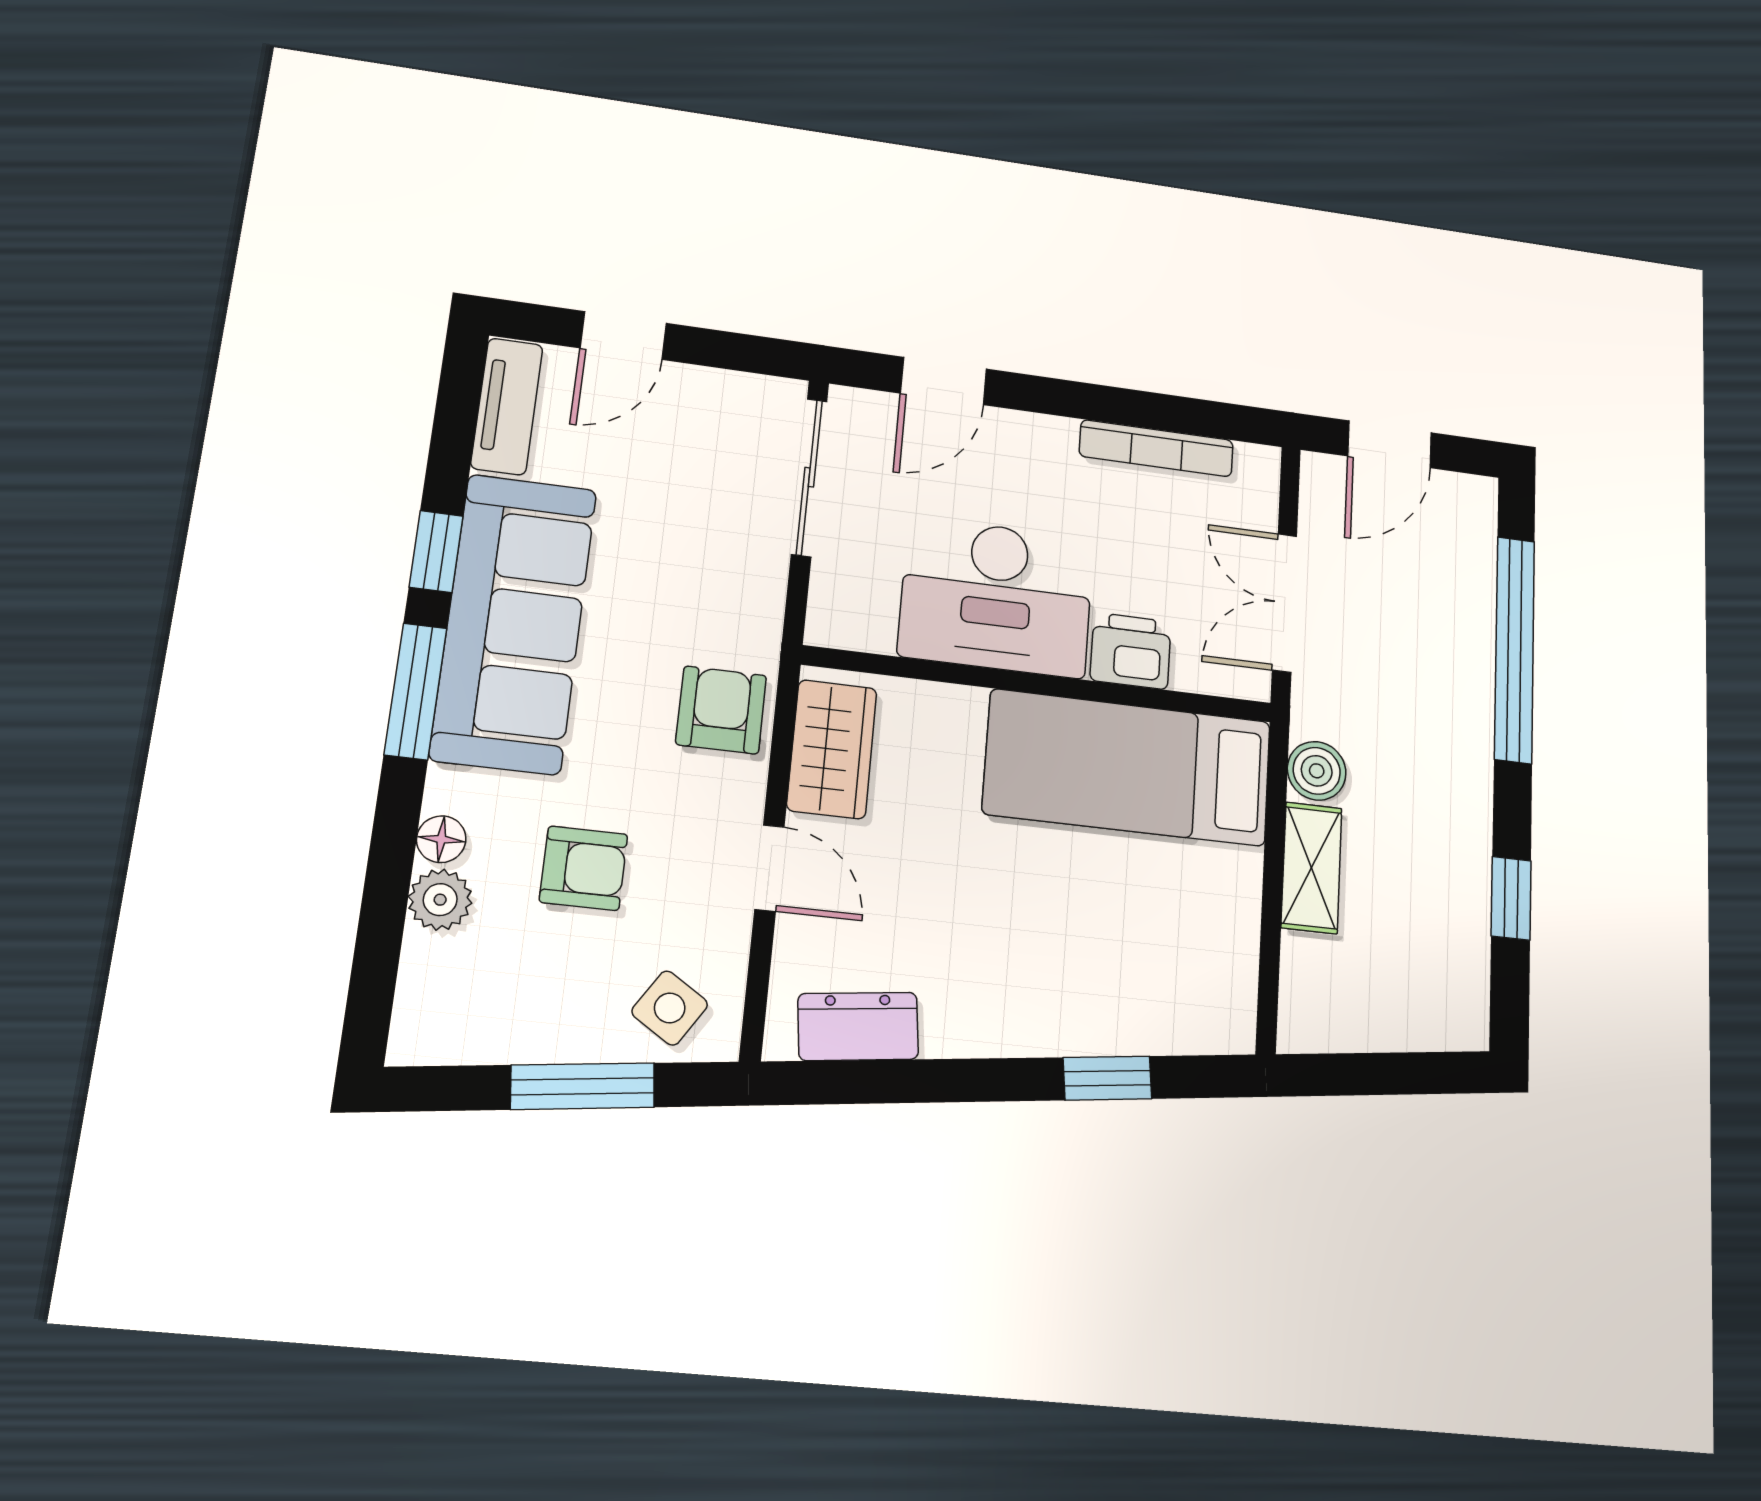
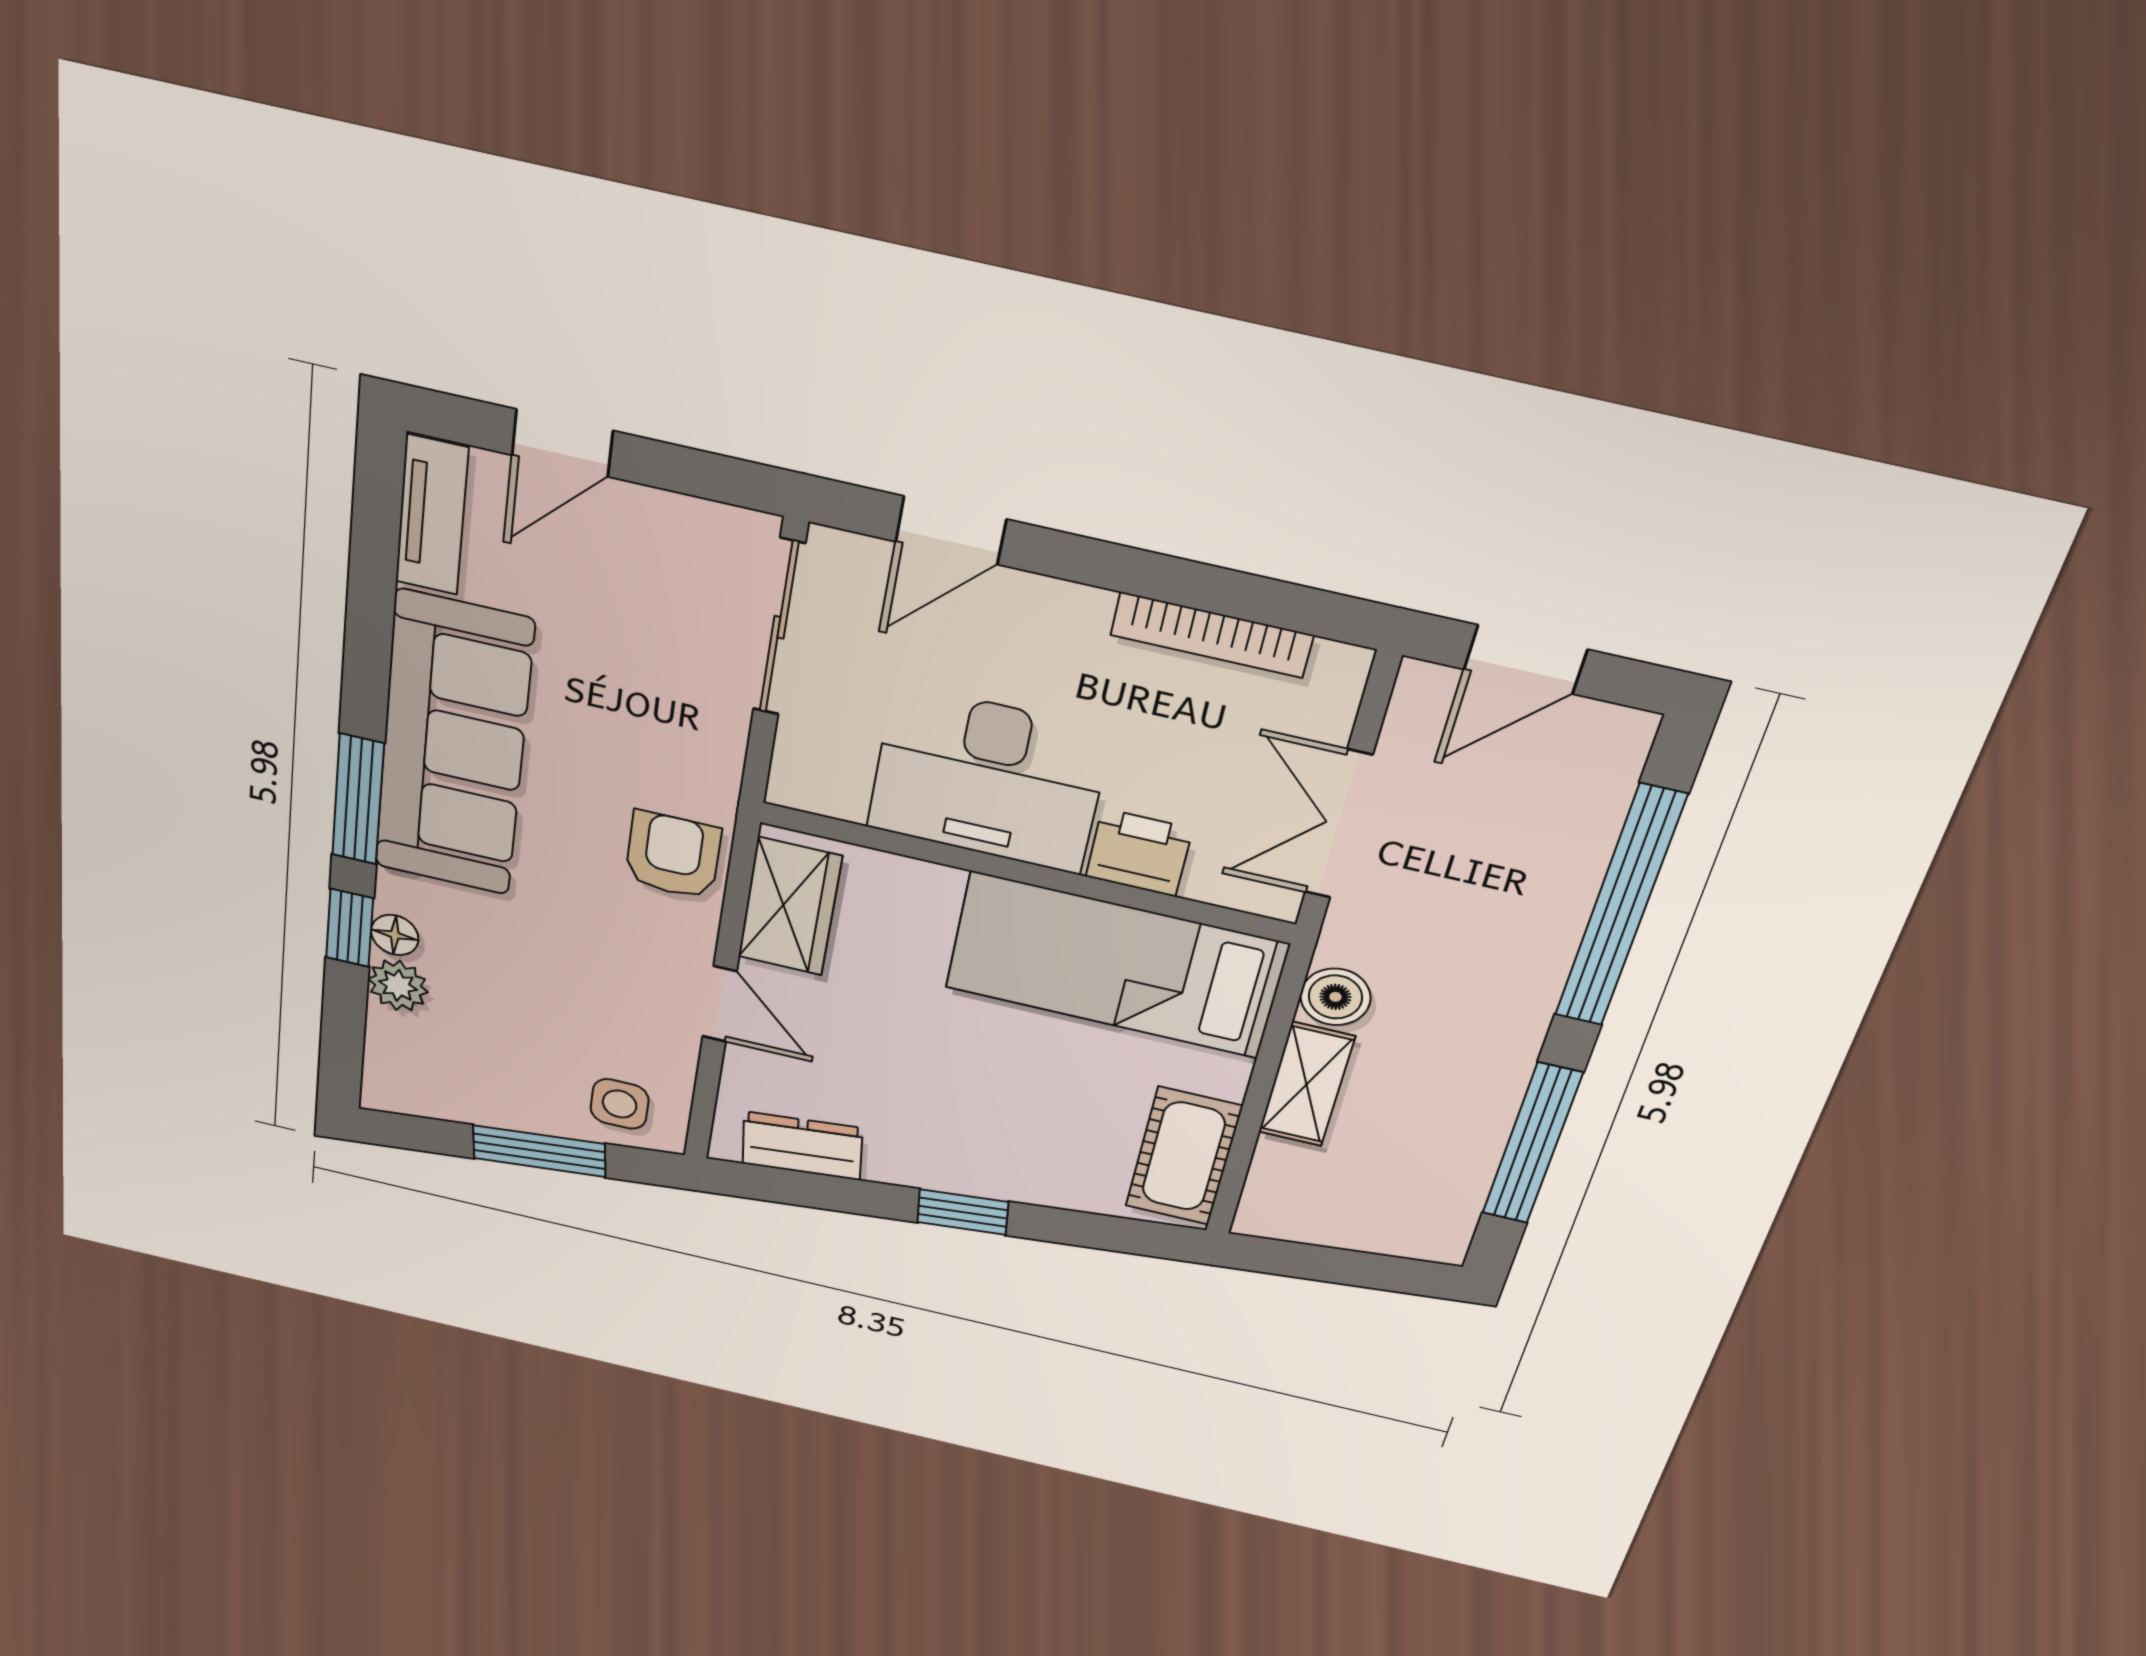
window: (436, 551) -> (350, 928), moved
armchair: (584, 868) -> (534, 978), removed
window: (1511, 898) -> (1532, 1144), width x2.17
cot: (1220, 969) -> (1184, 1156), added
side table: (670, 1008) -> (620, 1104), turned -33
window: (1107, 1078) -> (963, 1212), moved

